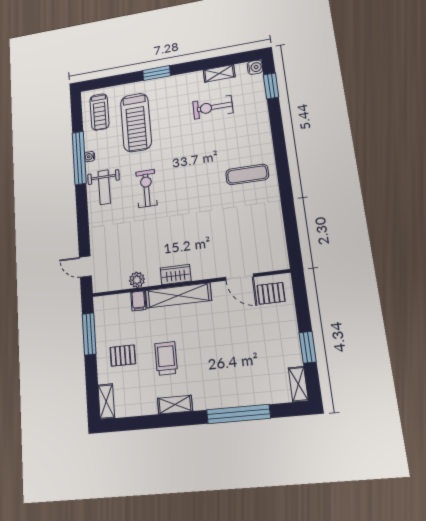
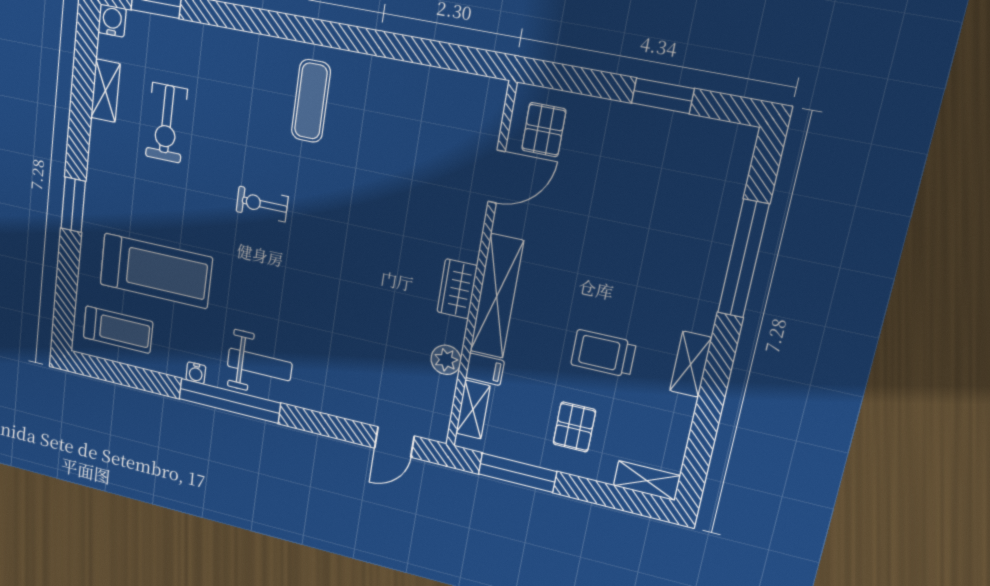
window: (79, 158) -> (230, 401), moved
exercise bike: (146, 188) -> (262, 204), moved, width x0.73, depth x0.72
shelving: (298, 384) -> (473, 410), moved, turned 90

